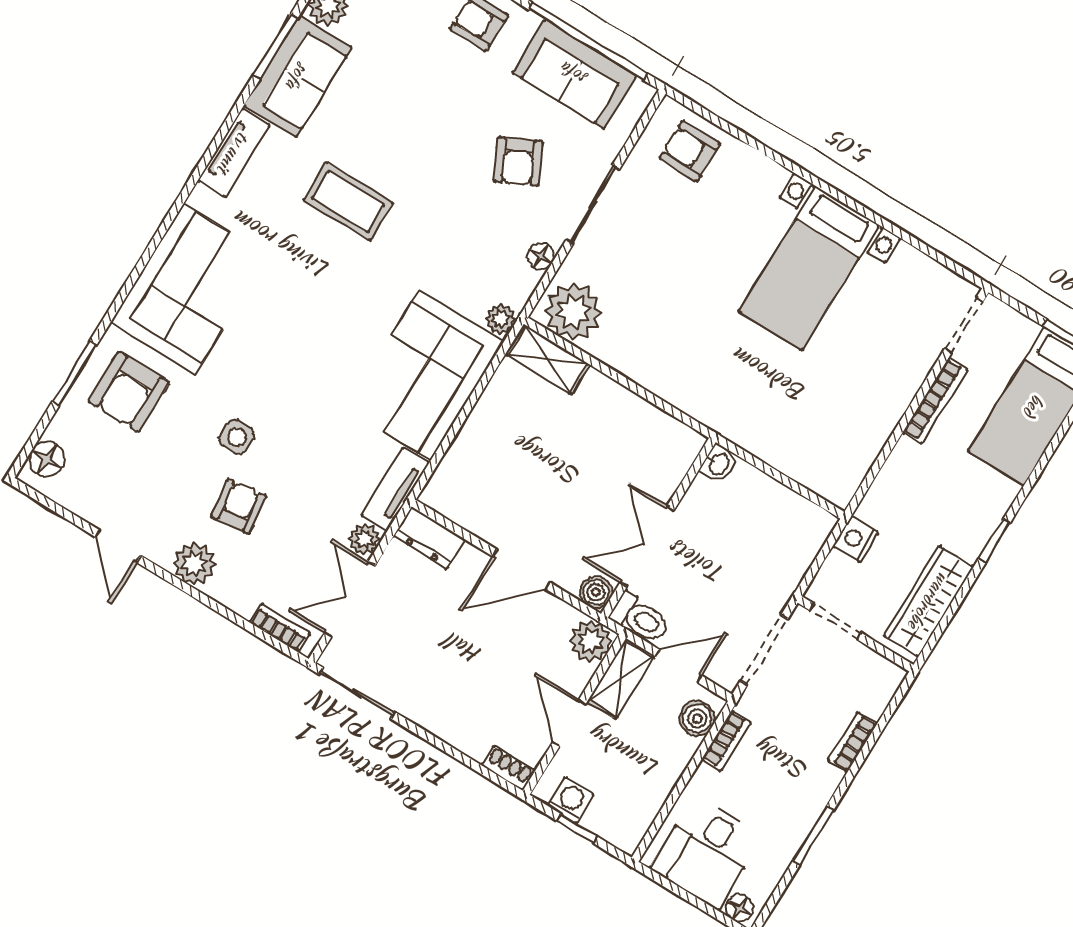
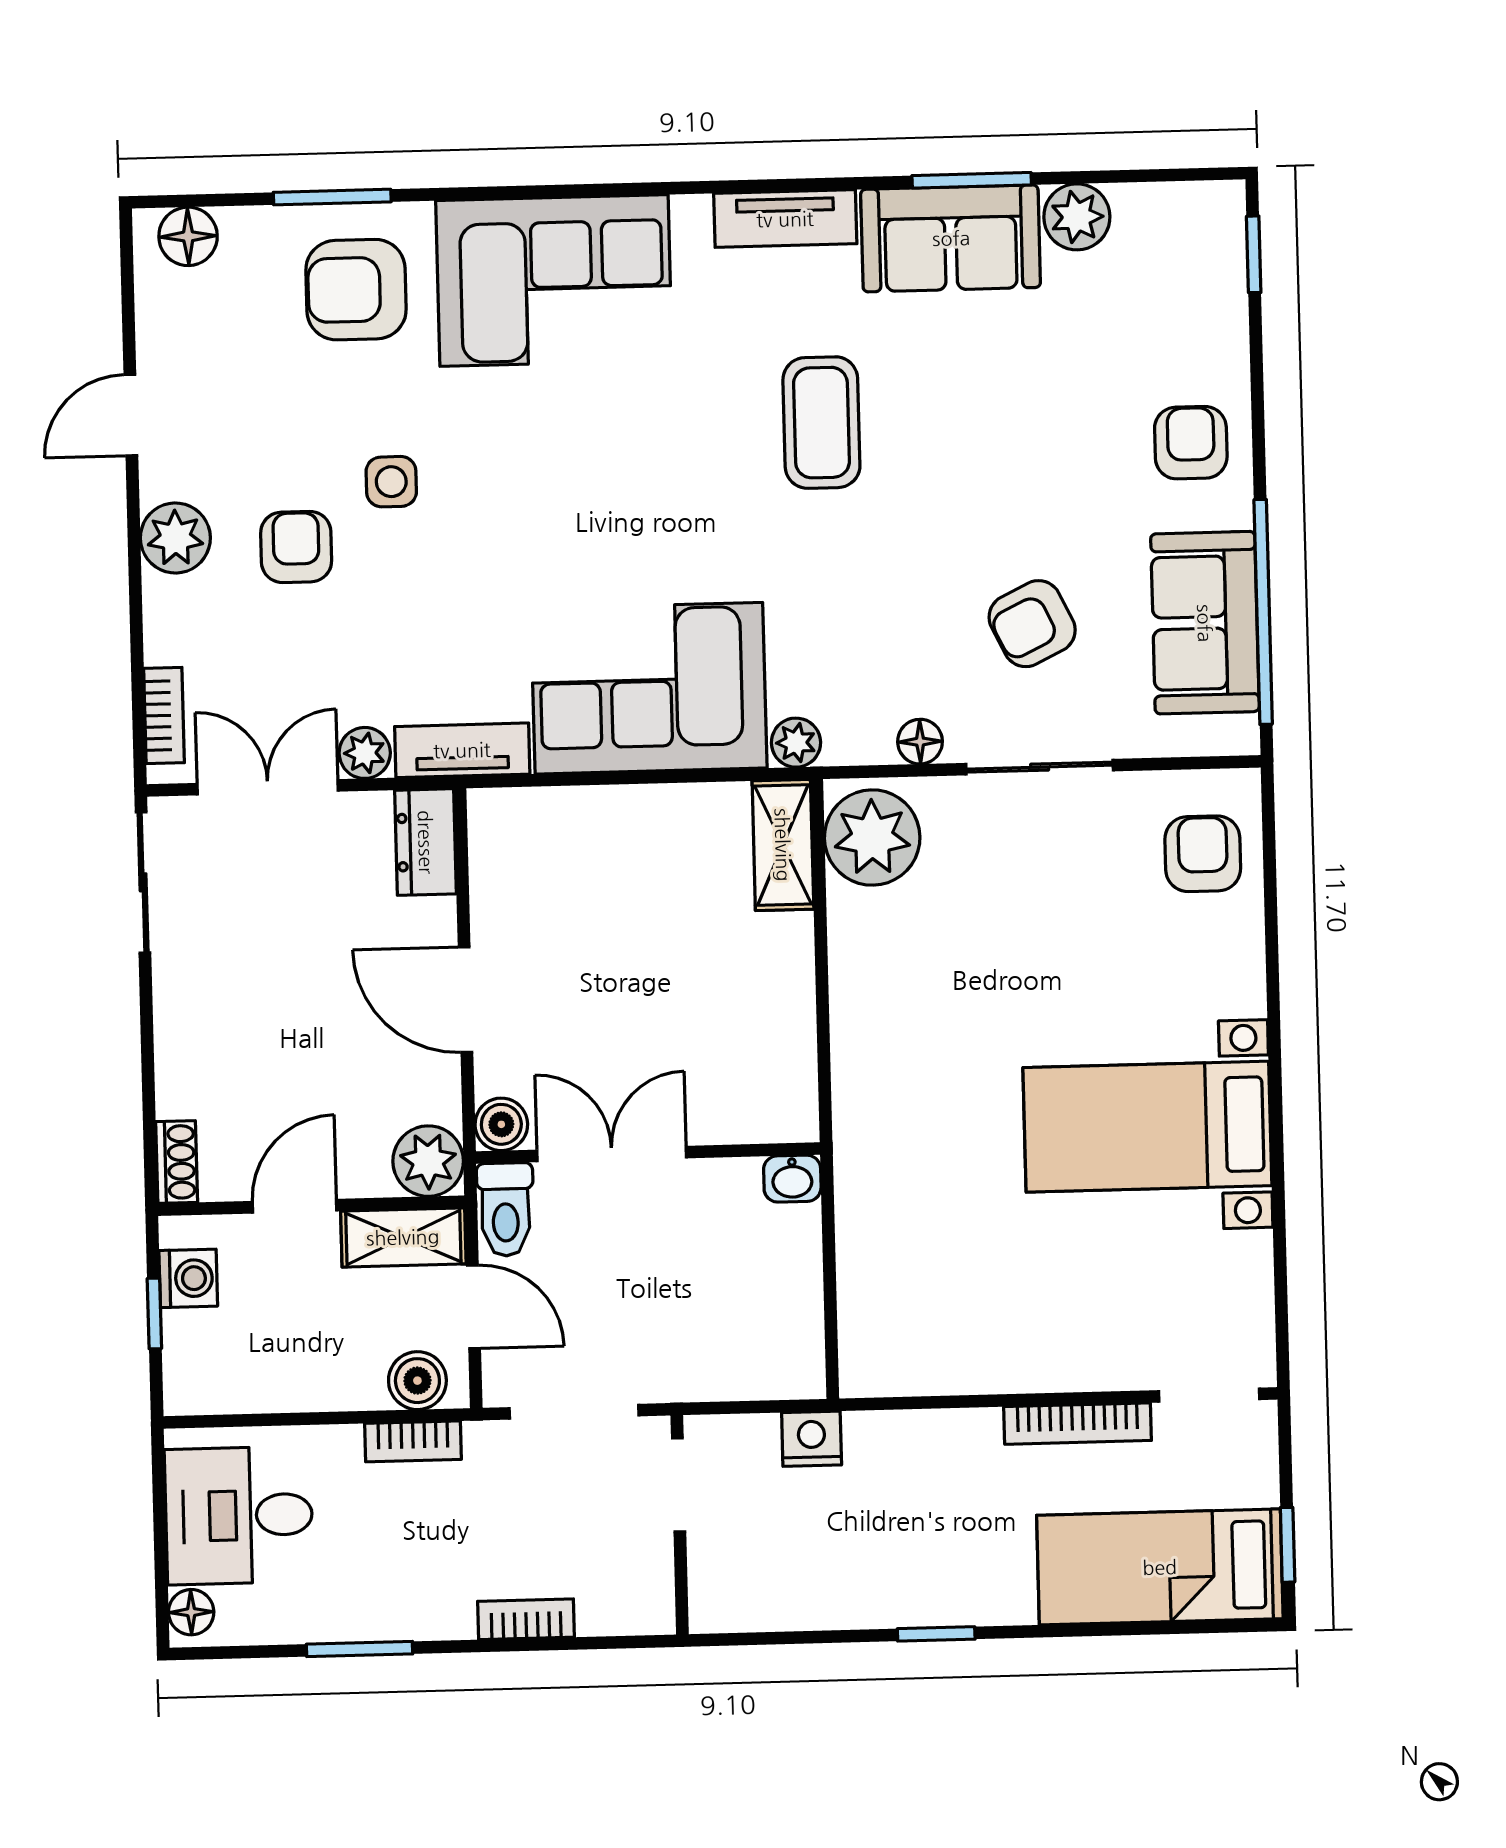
armchair: (238, 506) -> (296, 547), turned -82
wardrobe: (929, 601) -> (792, 1597), removed

